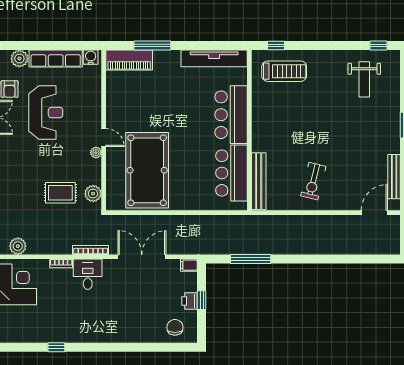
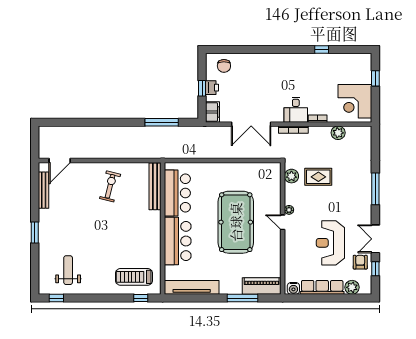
pool table: (147, 170) -> (236, 222), moved
plant: (18, 246) -> (338, 133), moved
filing cabinet: (189, 265) -> (213, 112), width x2.00

